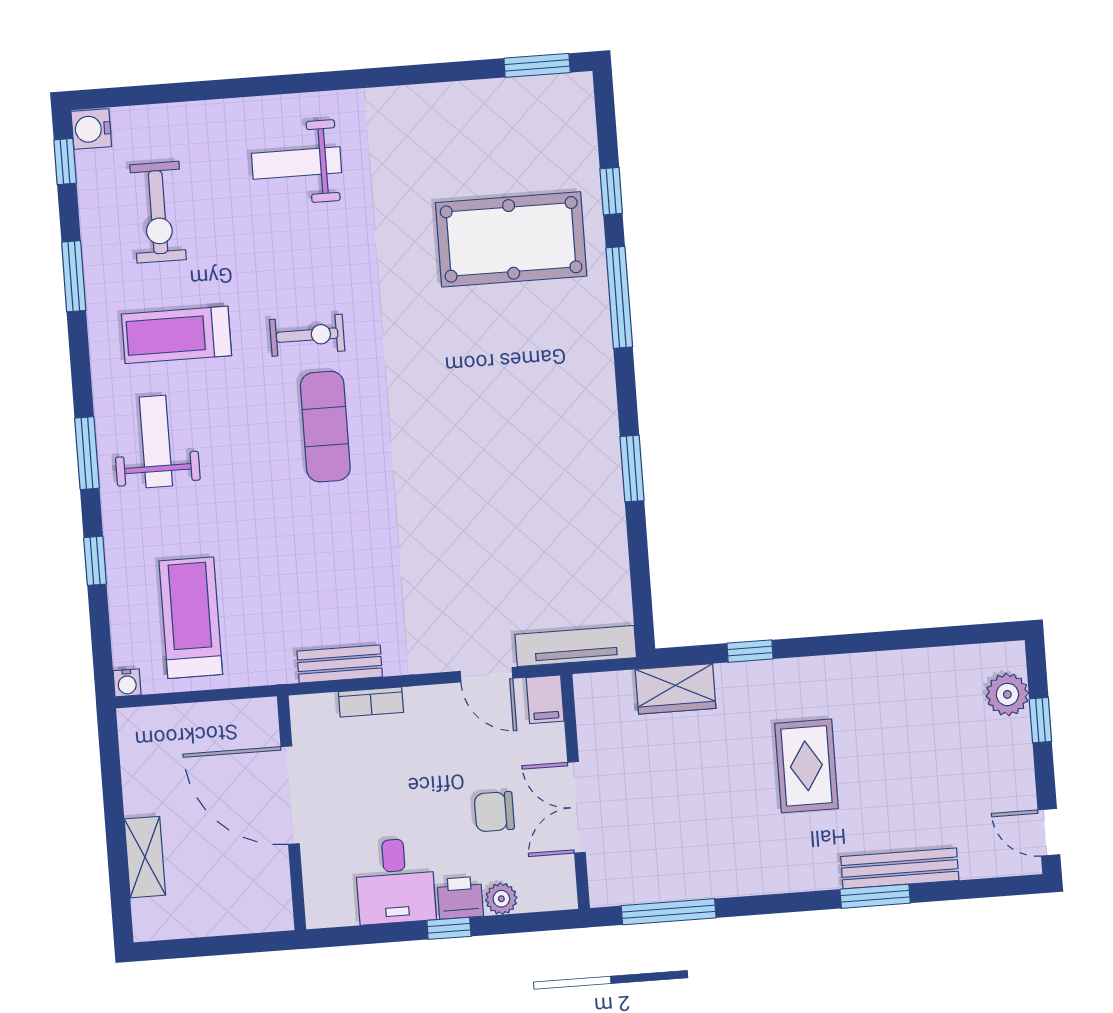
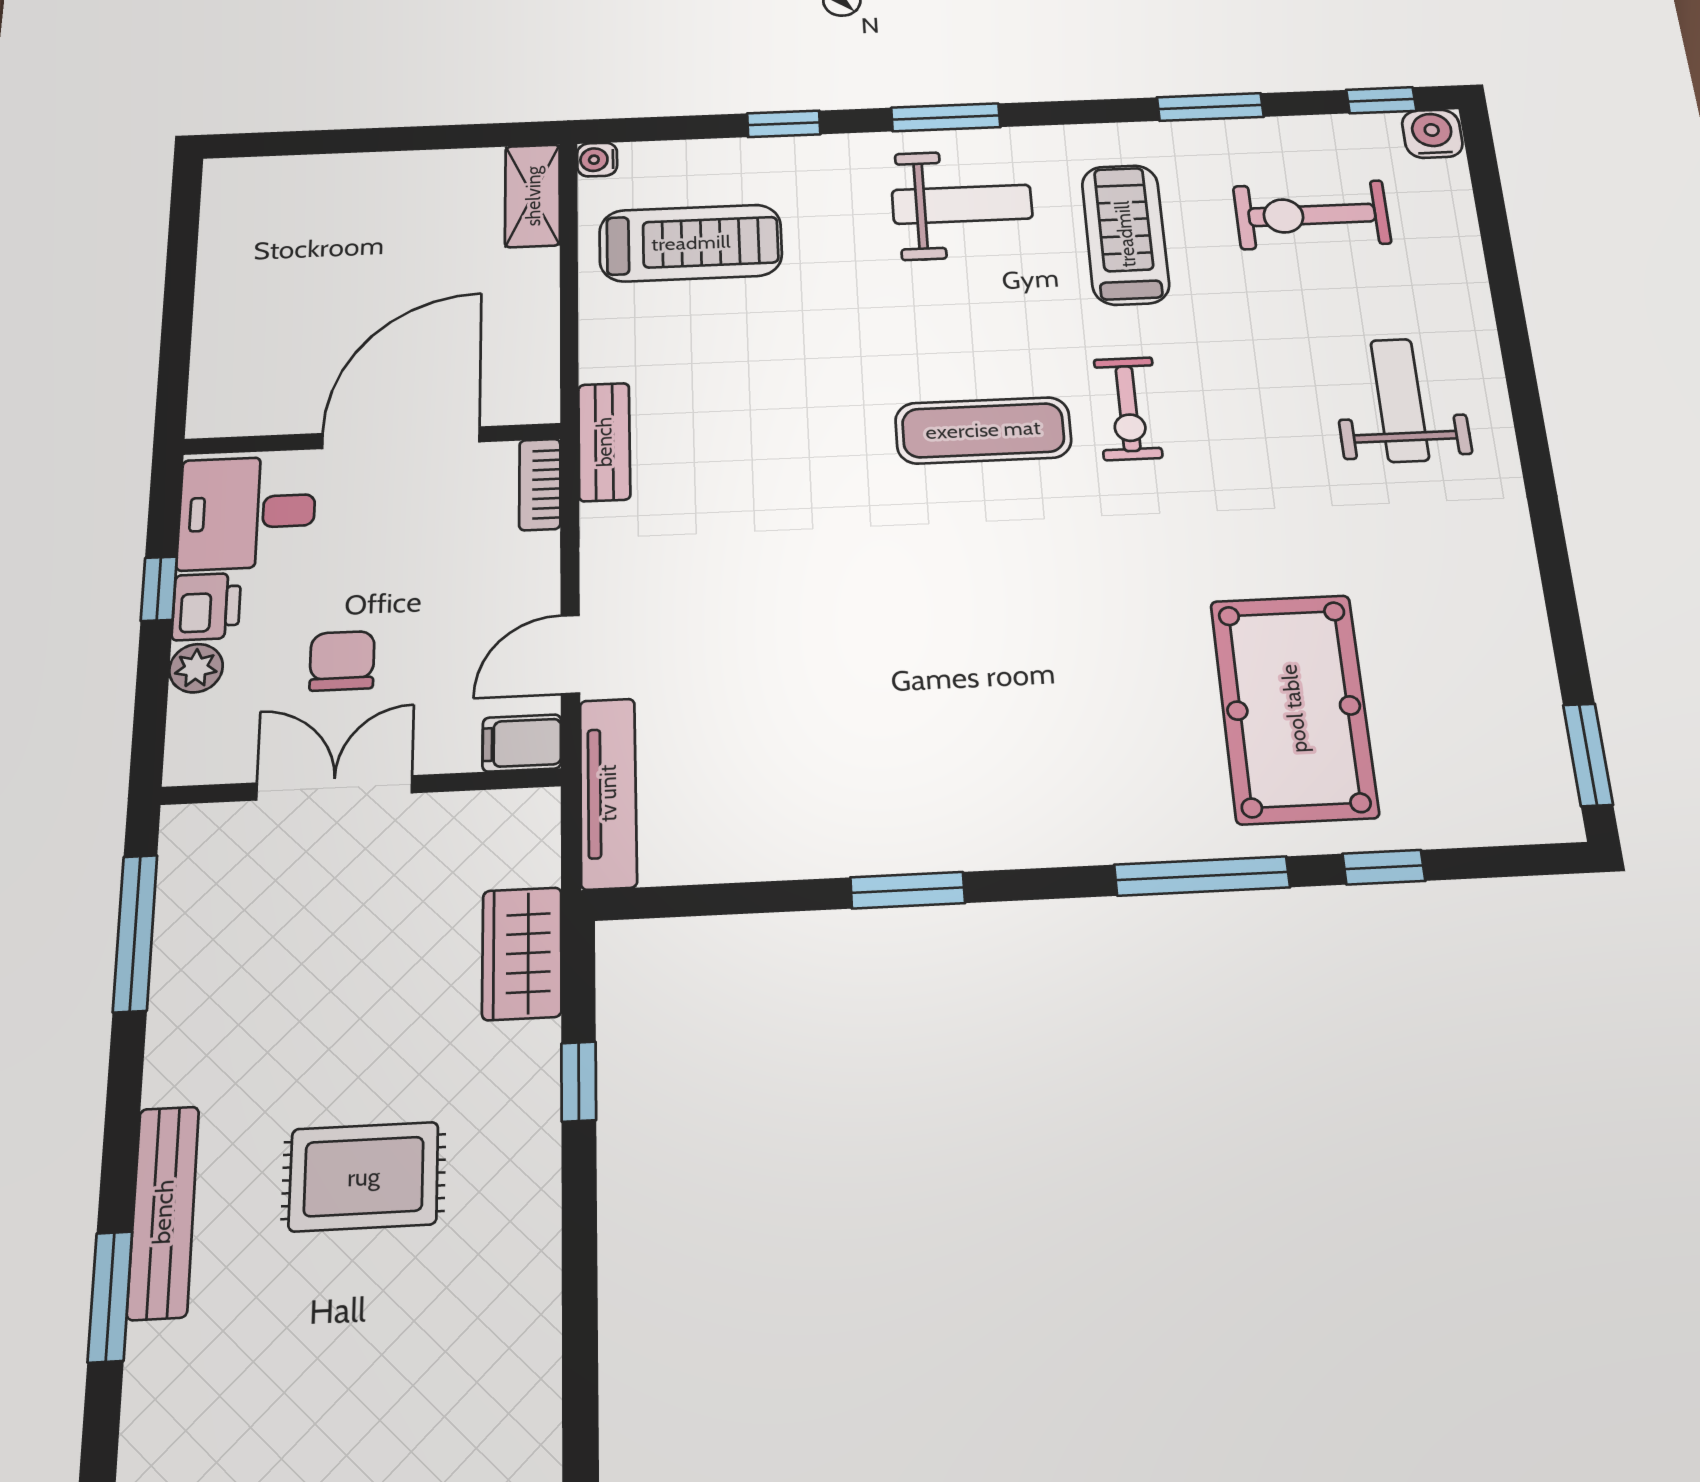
door: (290, 795) -> (401, 438), moved
wall: (291, 813) -> (373, 439), moved
shelving: (145, 857) -> (533, 196), moved, turned 90
bench: (900, 868) -> (163, 1212), moved

